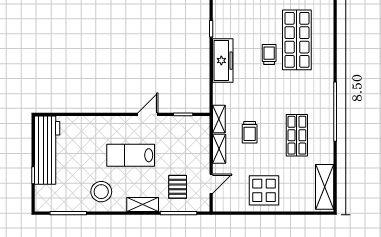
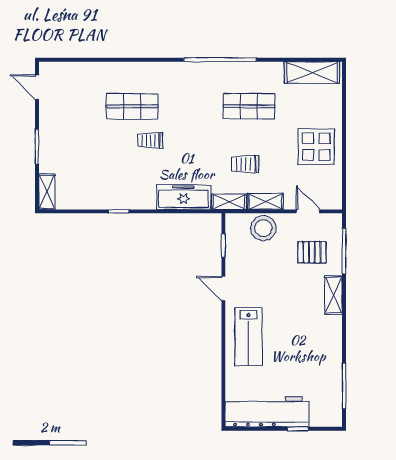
shop shelf: (297, 40) -> (132, 106), width x0.70, depth x0.74
freezer: (223, 61) -> (184, 197), moved
trolley: (250, 132) -> (245, 164), turned 180
lab bench: (131, 155) -> (249, 337), moved
stool: (101, 192) -> (263, 228), moved

